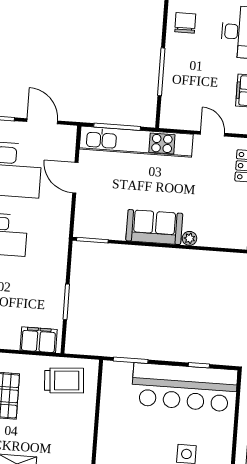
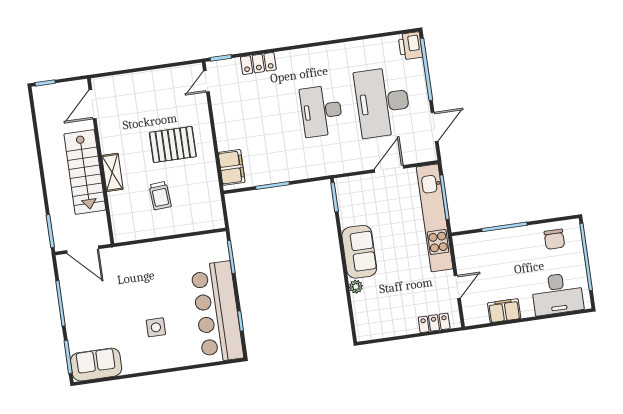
chair: (185, 23) -> (554, 239), turned 90
trolley: (64, 380) -> (160, 196), moved, width x0.73, depth x0.72

